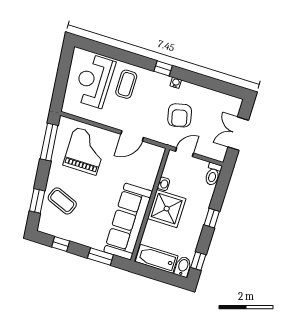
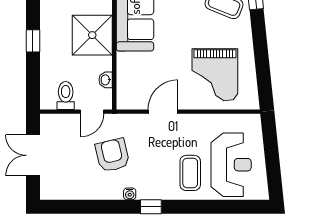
double door: (238, 134) -> (33, 155), swing flipped
window: (49, 142) -> (263, 72), removed
toilet: (213, 174) -> (66, 95), moved
washbasin: (164, 184) -> (106, 80), moved

